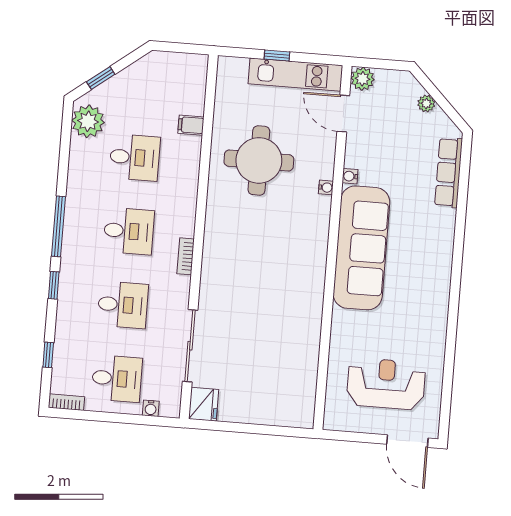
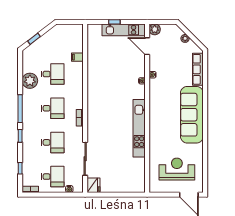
plant: (88, 121) -> (30, 81), moved
round table: (259, 160) -> (110, 71), removed
sofa: (361, 248) -> (192, 115), moved, turned 180
kitchen unit: (312, 290) -> (139, 128), added

